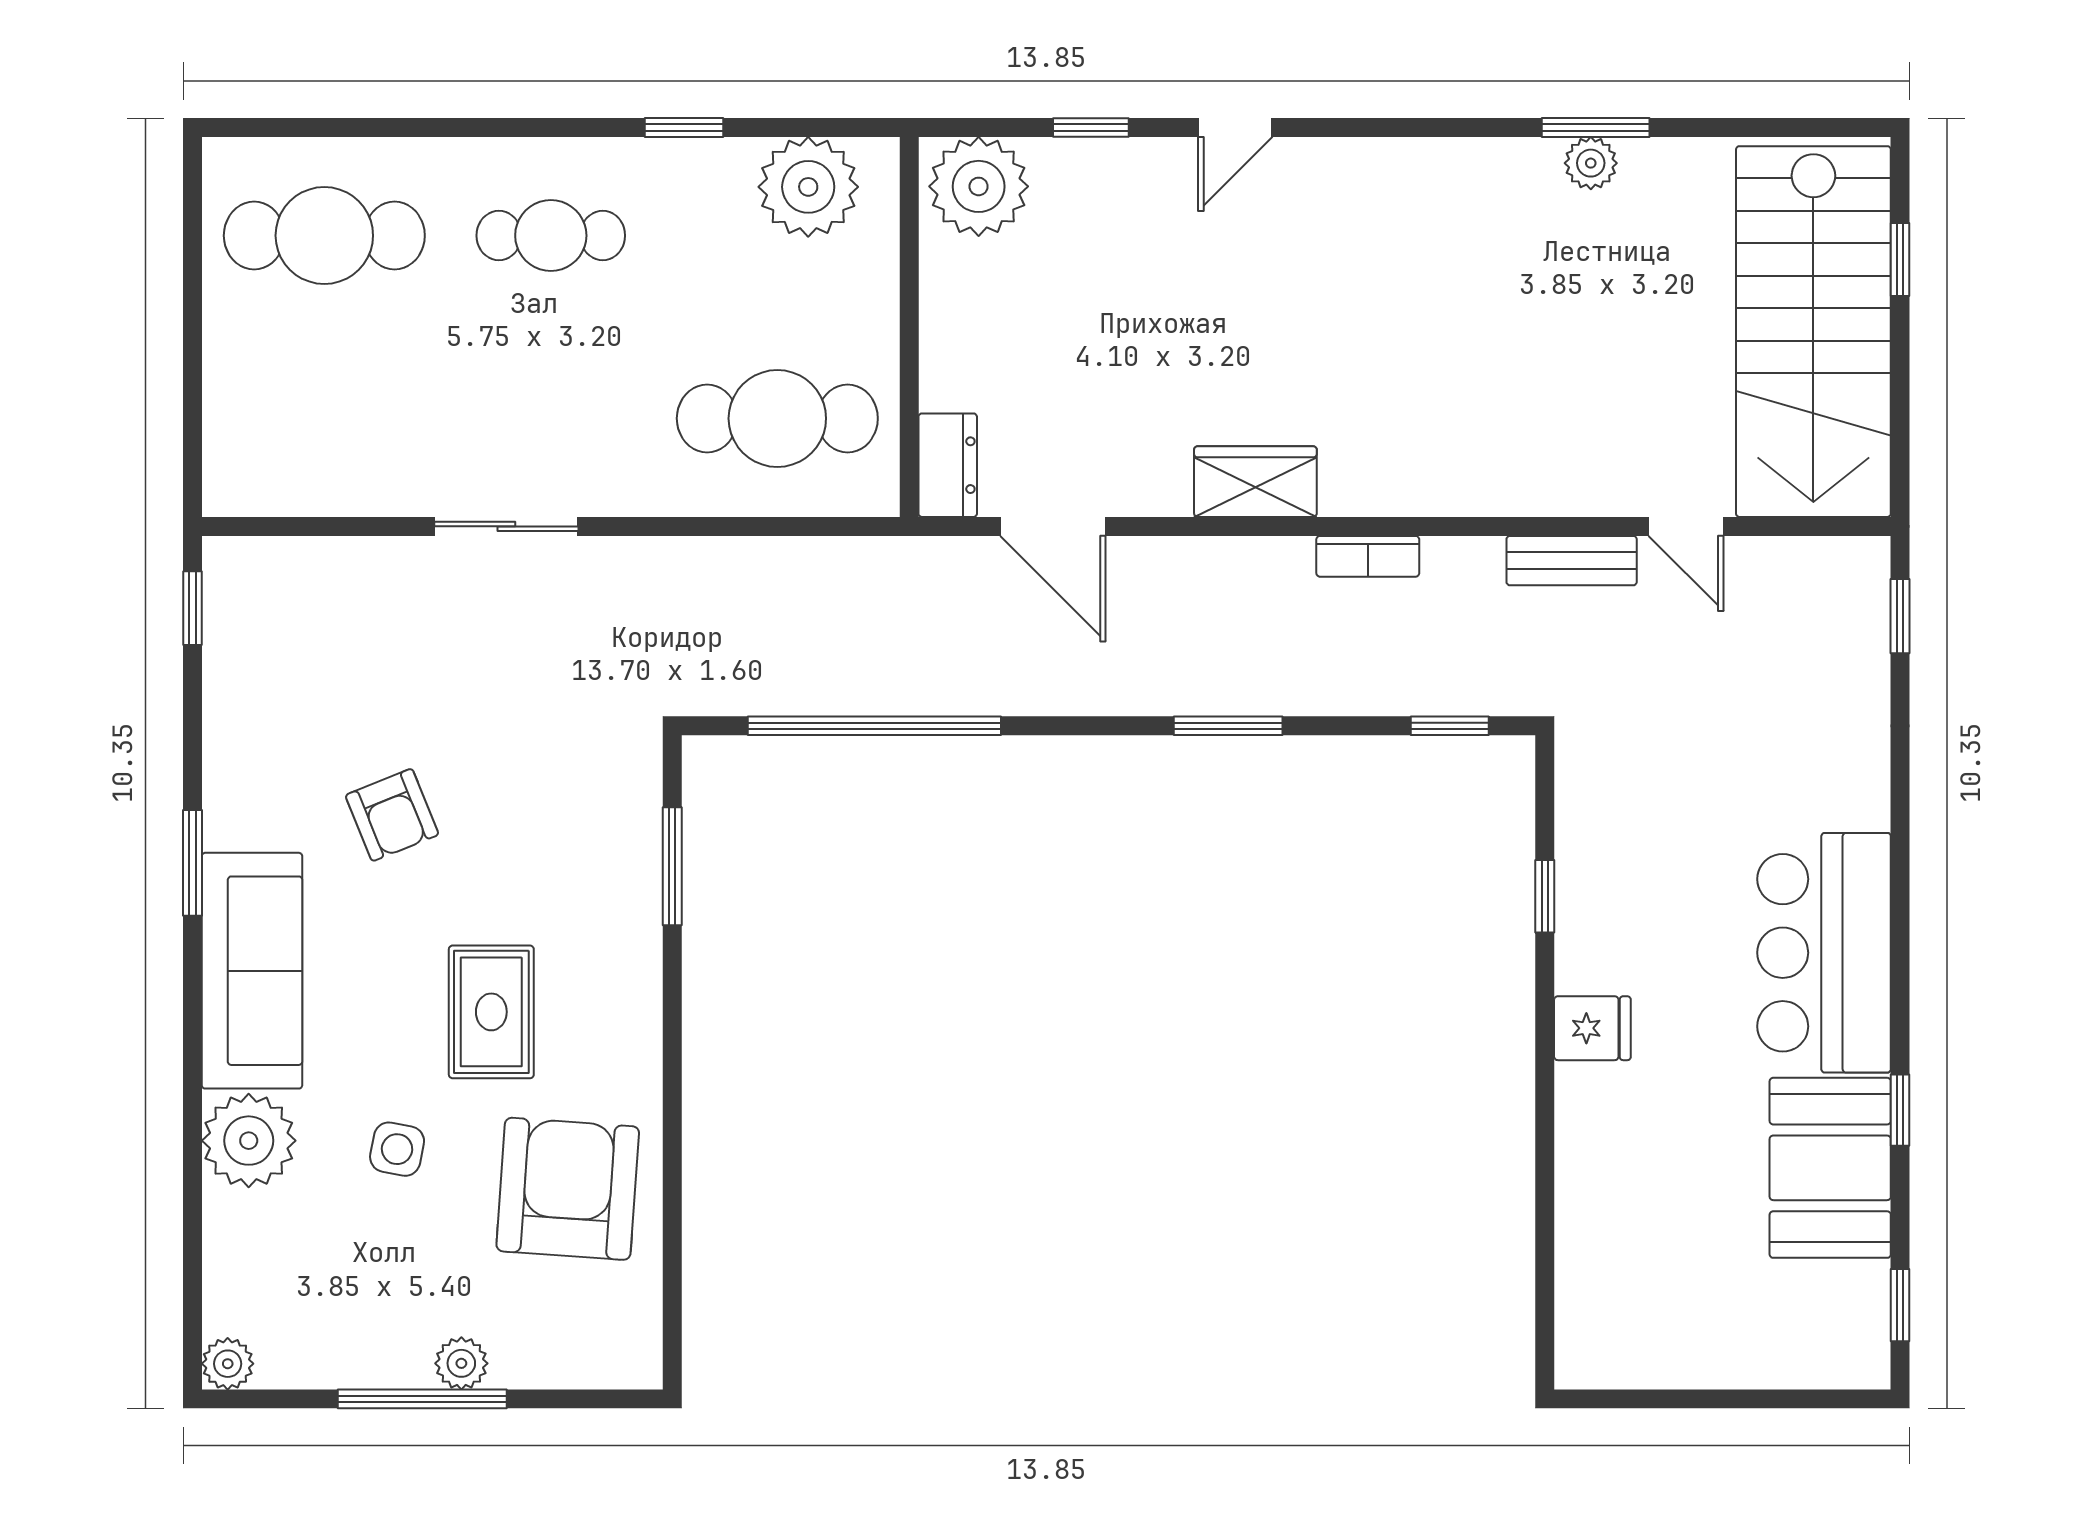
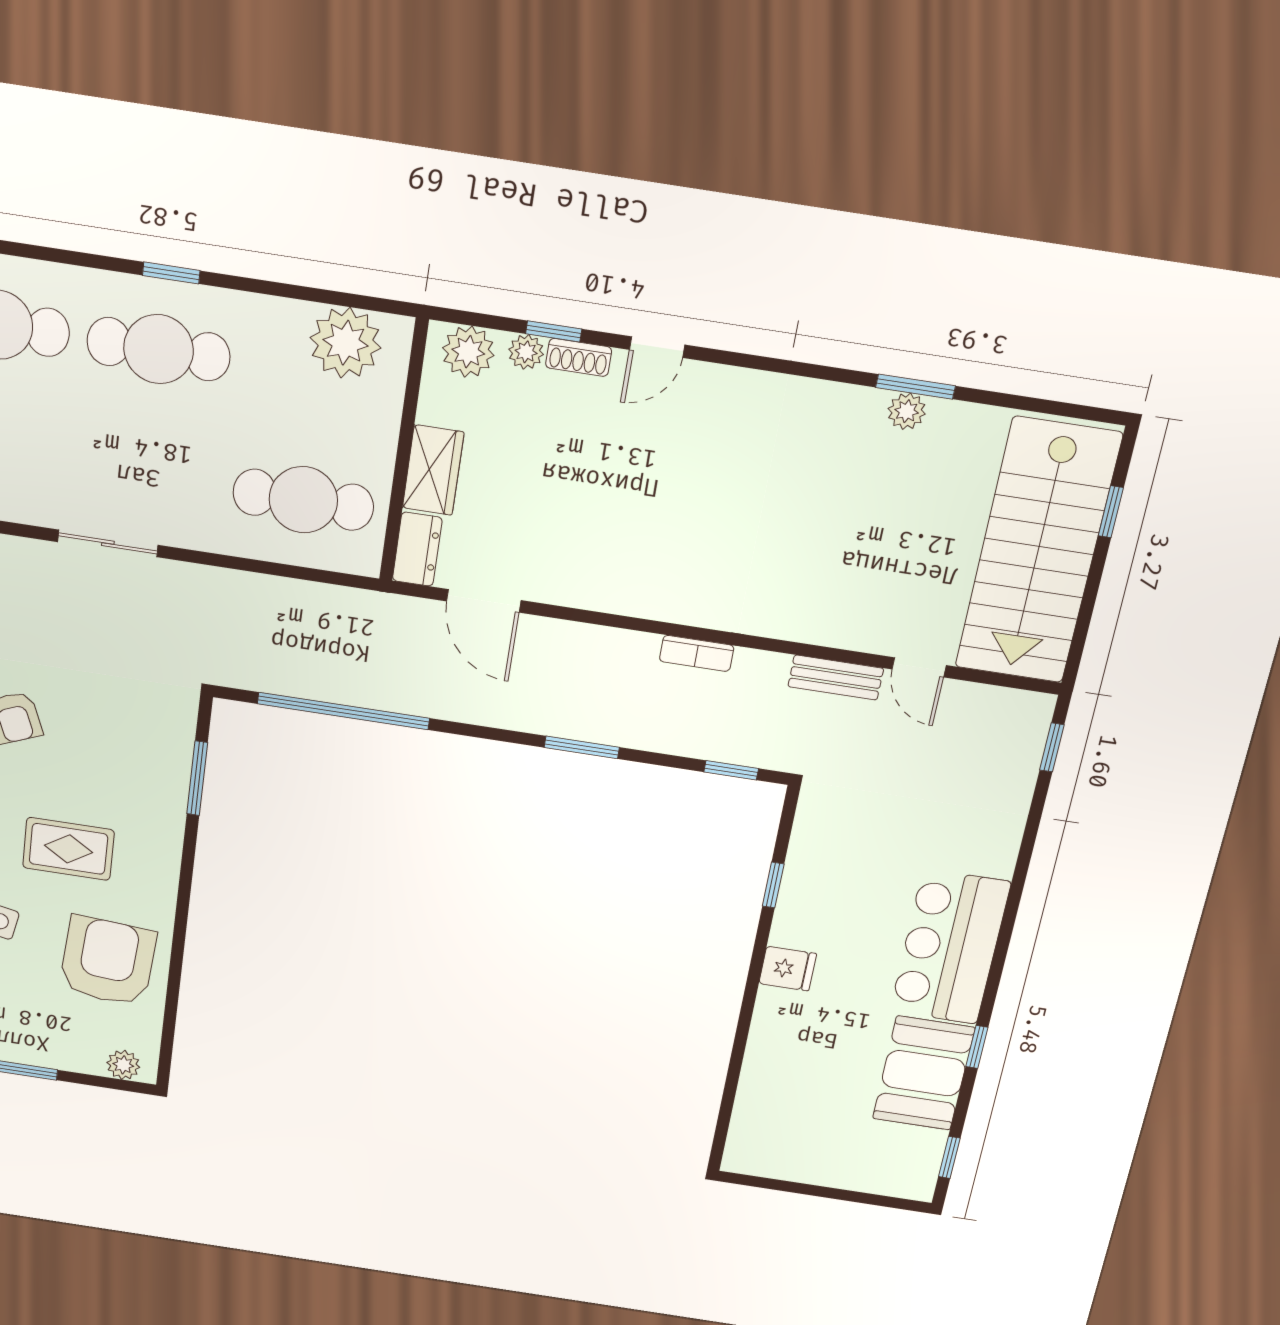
window: (684, 128) -> (171, 273), moved
shoe rack: (1131, 158) -> (579, 357), added
plant: (1058, 161) -> (526, 352), added
plant: (979, 186) -> (468, 352), width x0.73, depth x0.73
cafe table: (551, 236) -> (159, 349), width x1.37, depth x1.35
wardrobe: (1255, 482) -> (433, 470), moved, turned 90
rug: (491, 1012) -> (68, 849), turned 90
plant: (461, 1363) -> (123, 1065), moved

